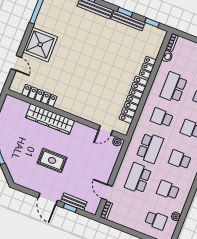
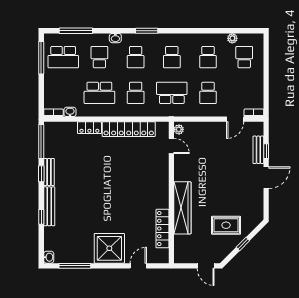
bench: (128, 21) -> (49, 172), width x0.73
window: (152, 23) -> (41, 141), width x2.17
rug: (52, 160) -> (226, 225), moved, turned 90
school desk: (138, 178) -> (208, 93), width x0.54

